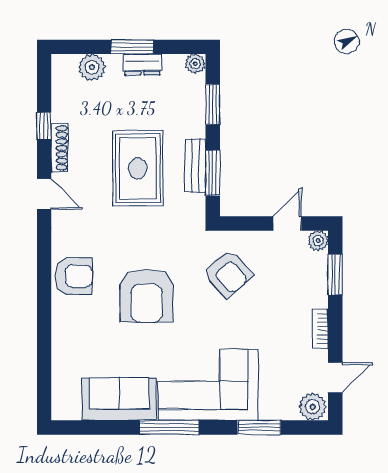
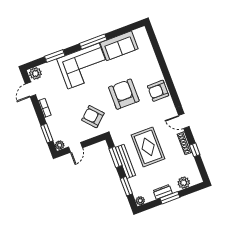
bench: (195, 166) -> (125, 161), width x1.36

